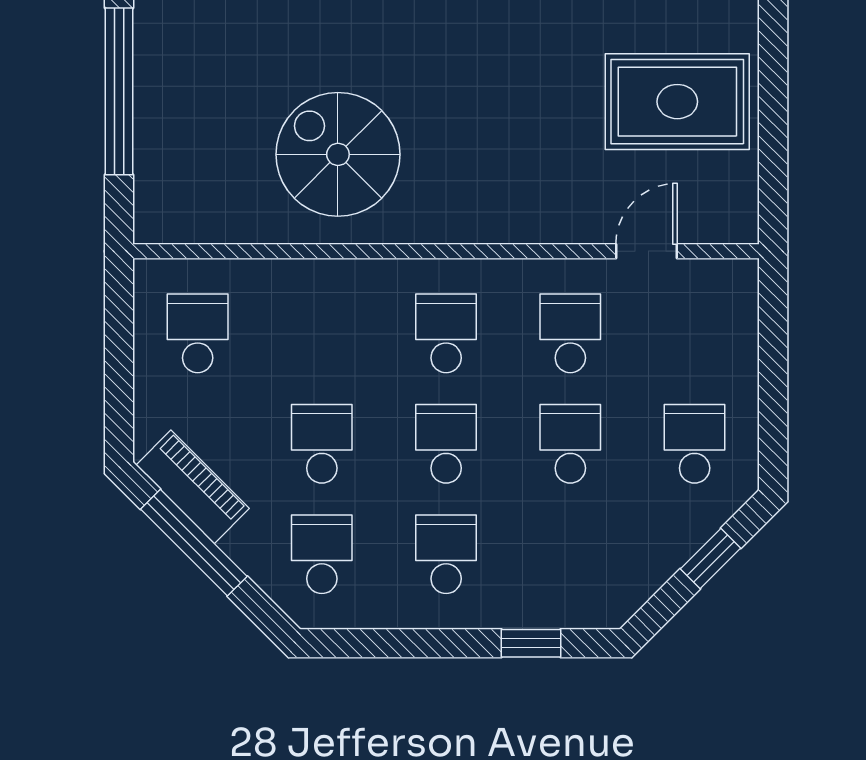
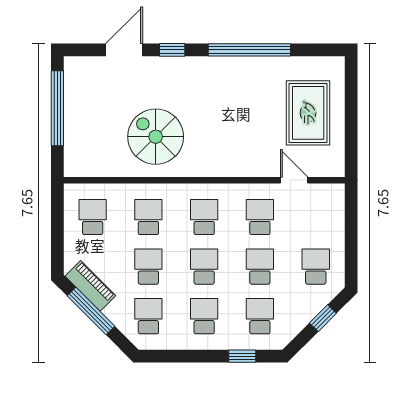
rug: (677, 102) -> (308, 113), turned 90
door: (646, 251) -> (294, 180), hinge flipped
school desk: (322, 333) -> (148, 217), added
school desk: (570, 554) -> (260, 316), added

